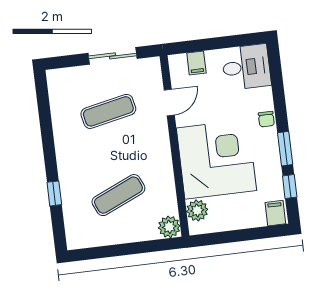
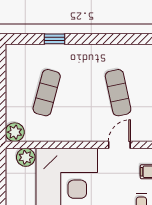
door: (169, 103) -> (119, 145), swing flipped
exercise mat: (118, 195) -> (47, 93), turned 39

